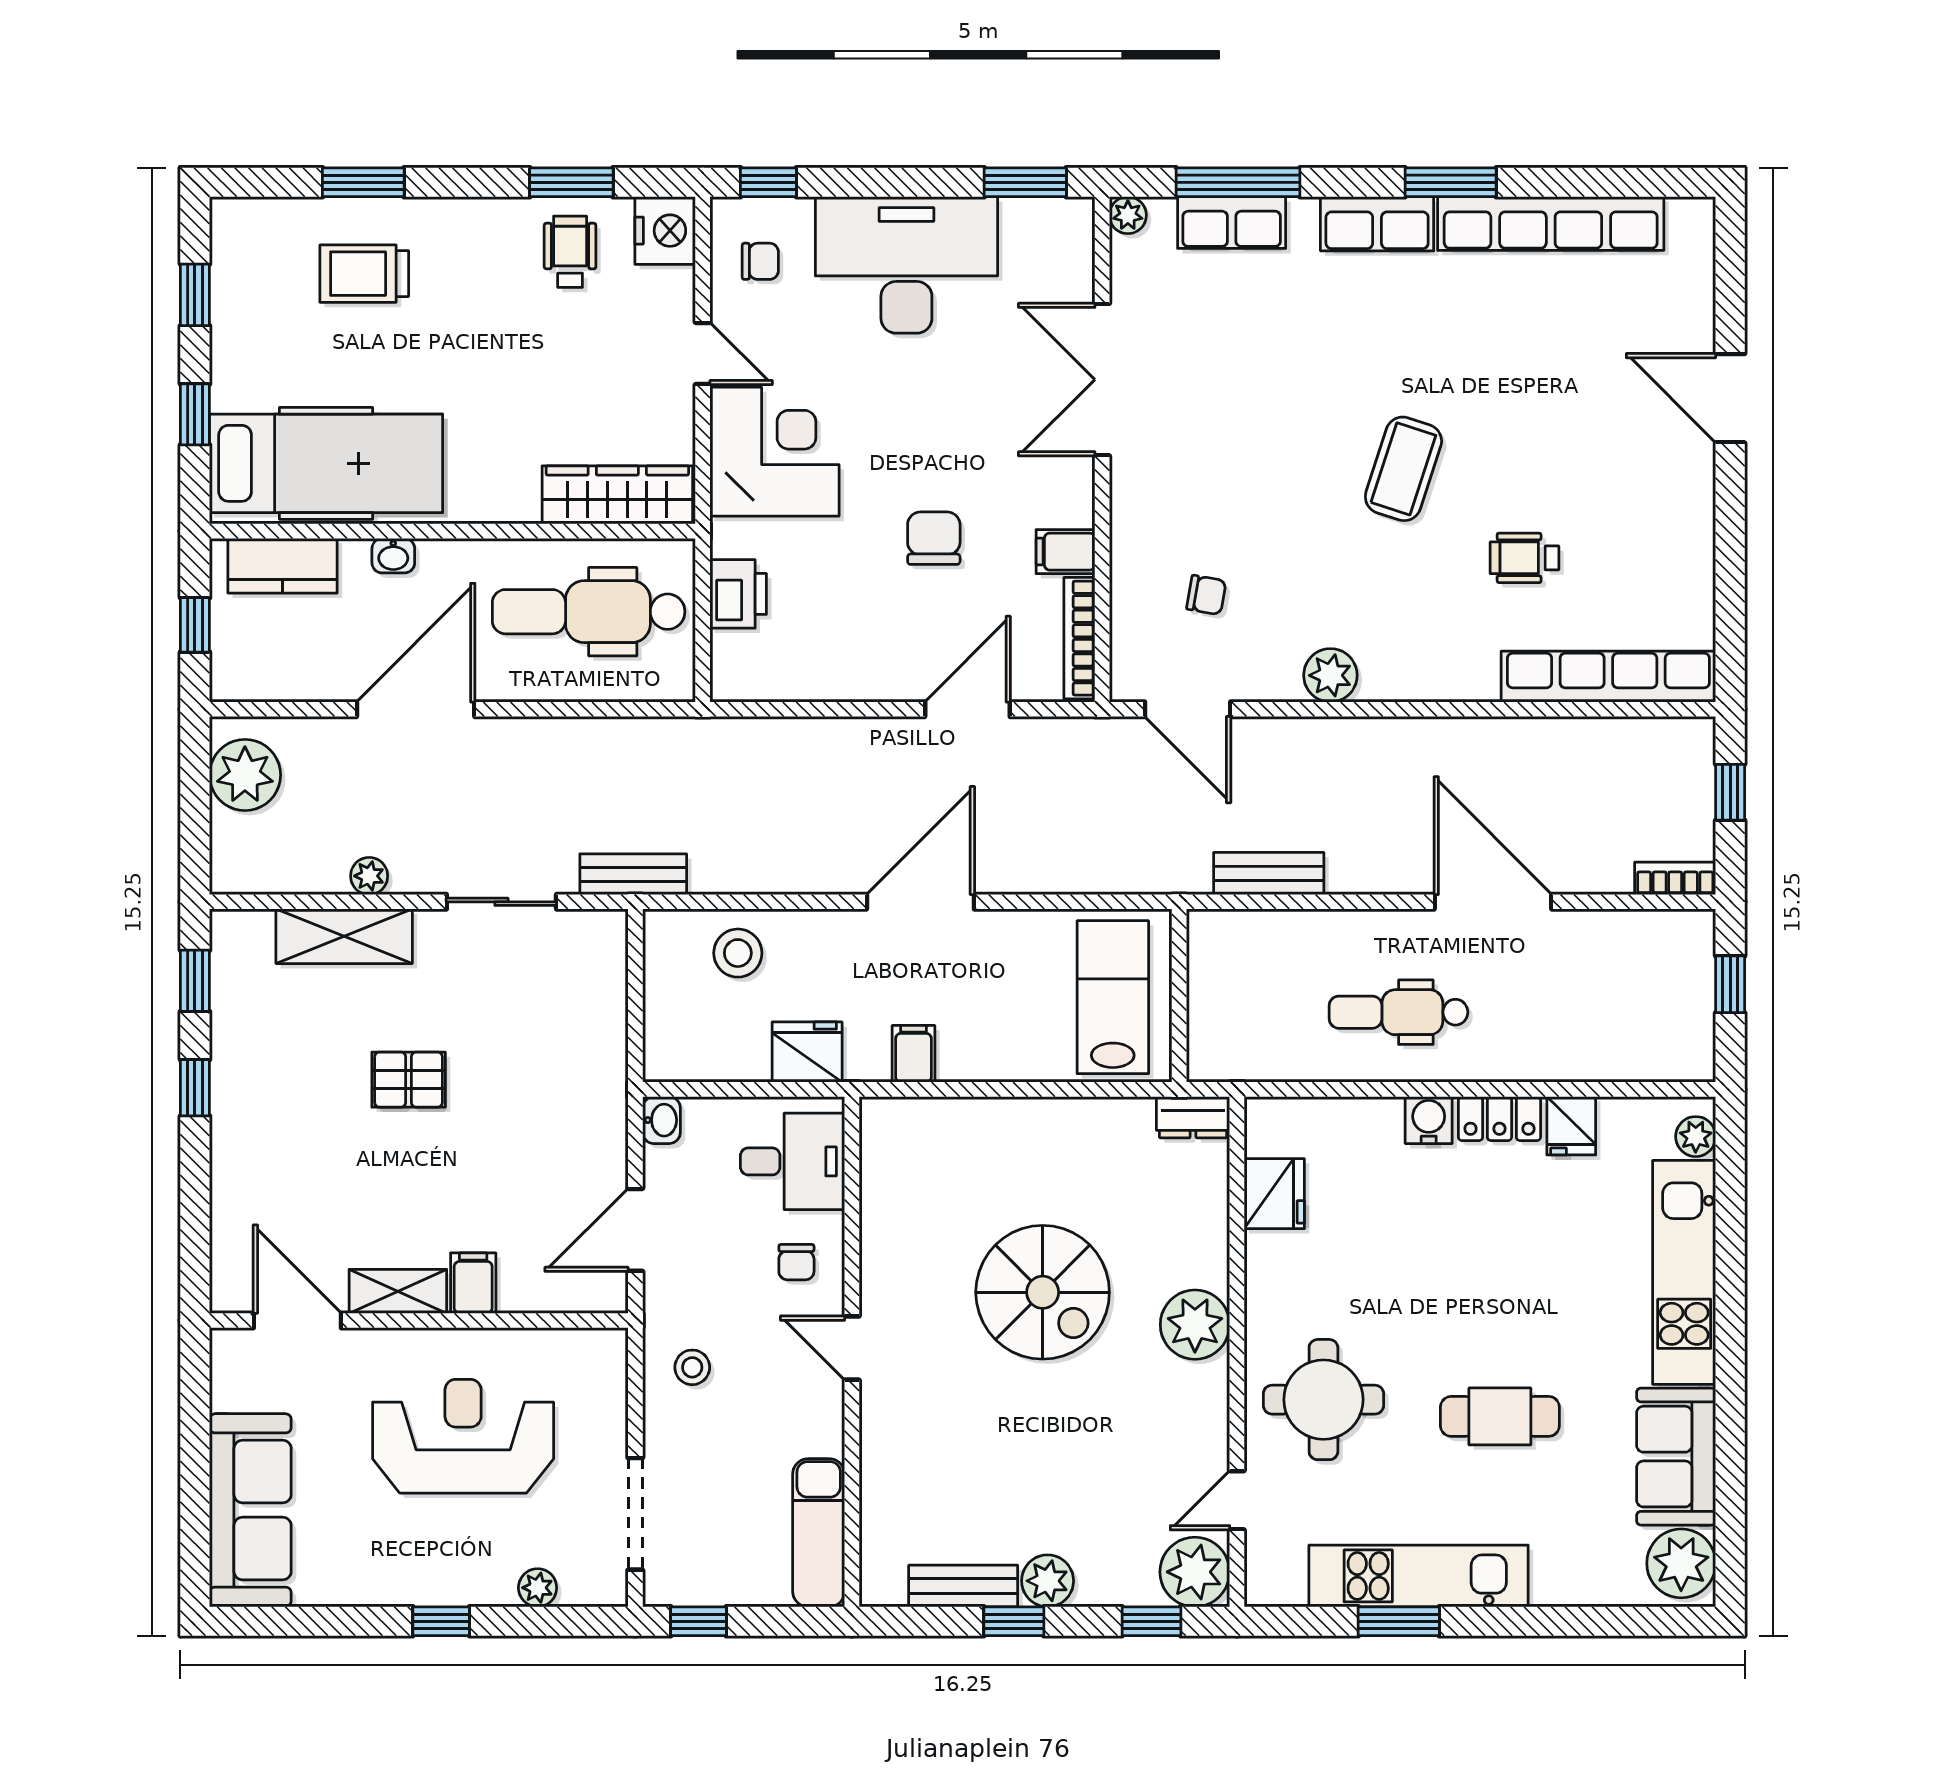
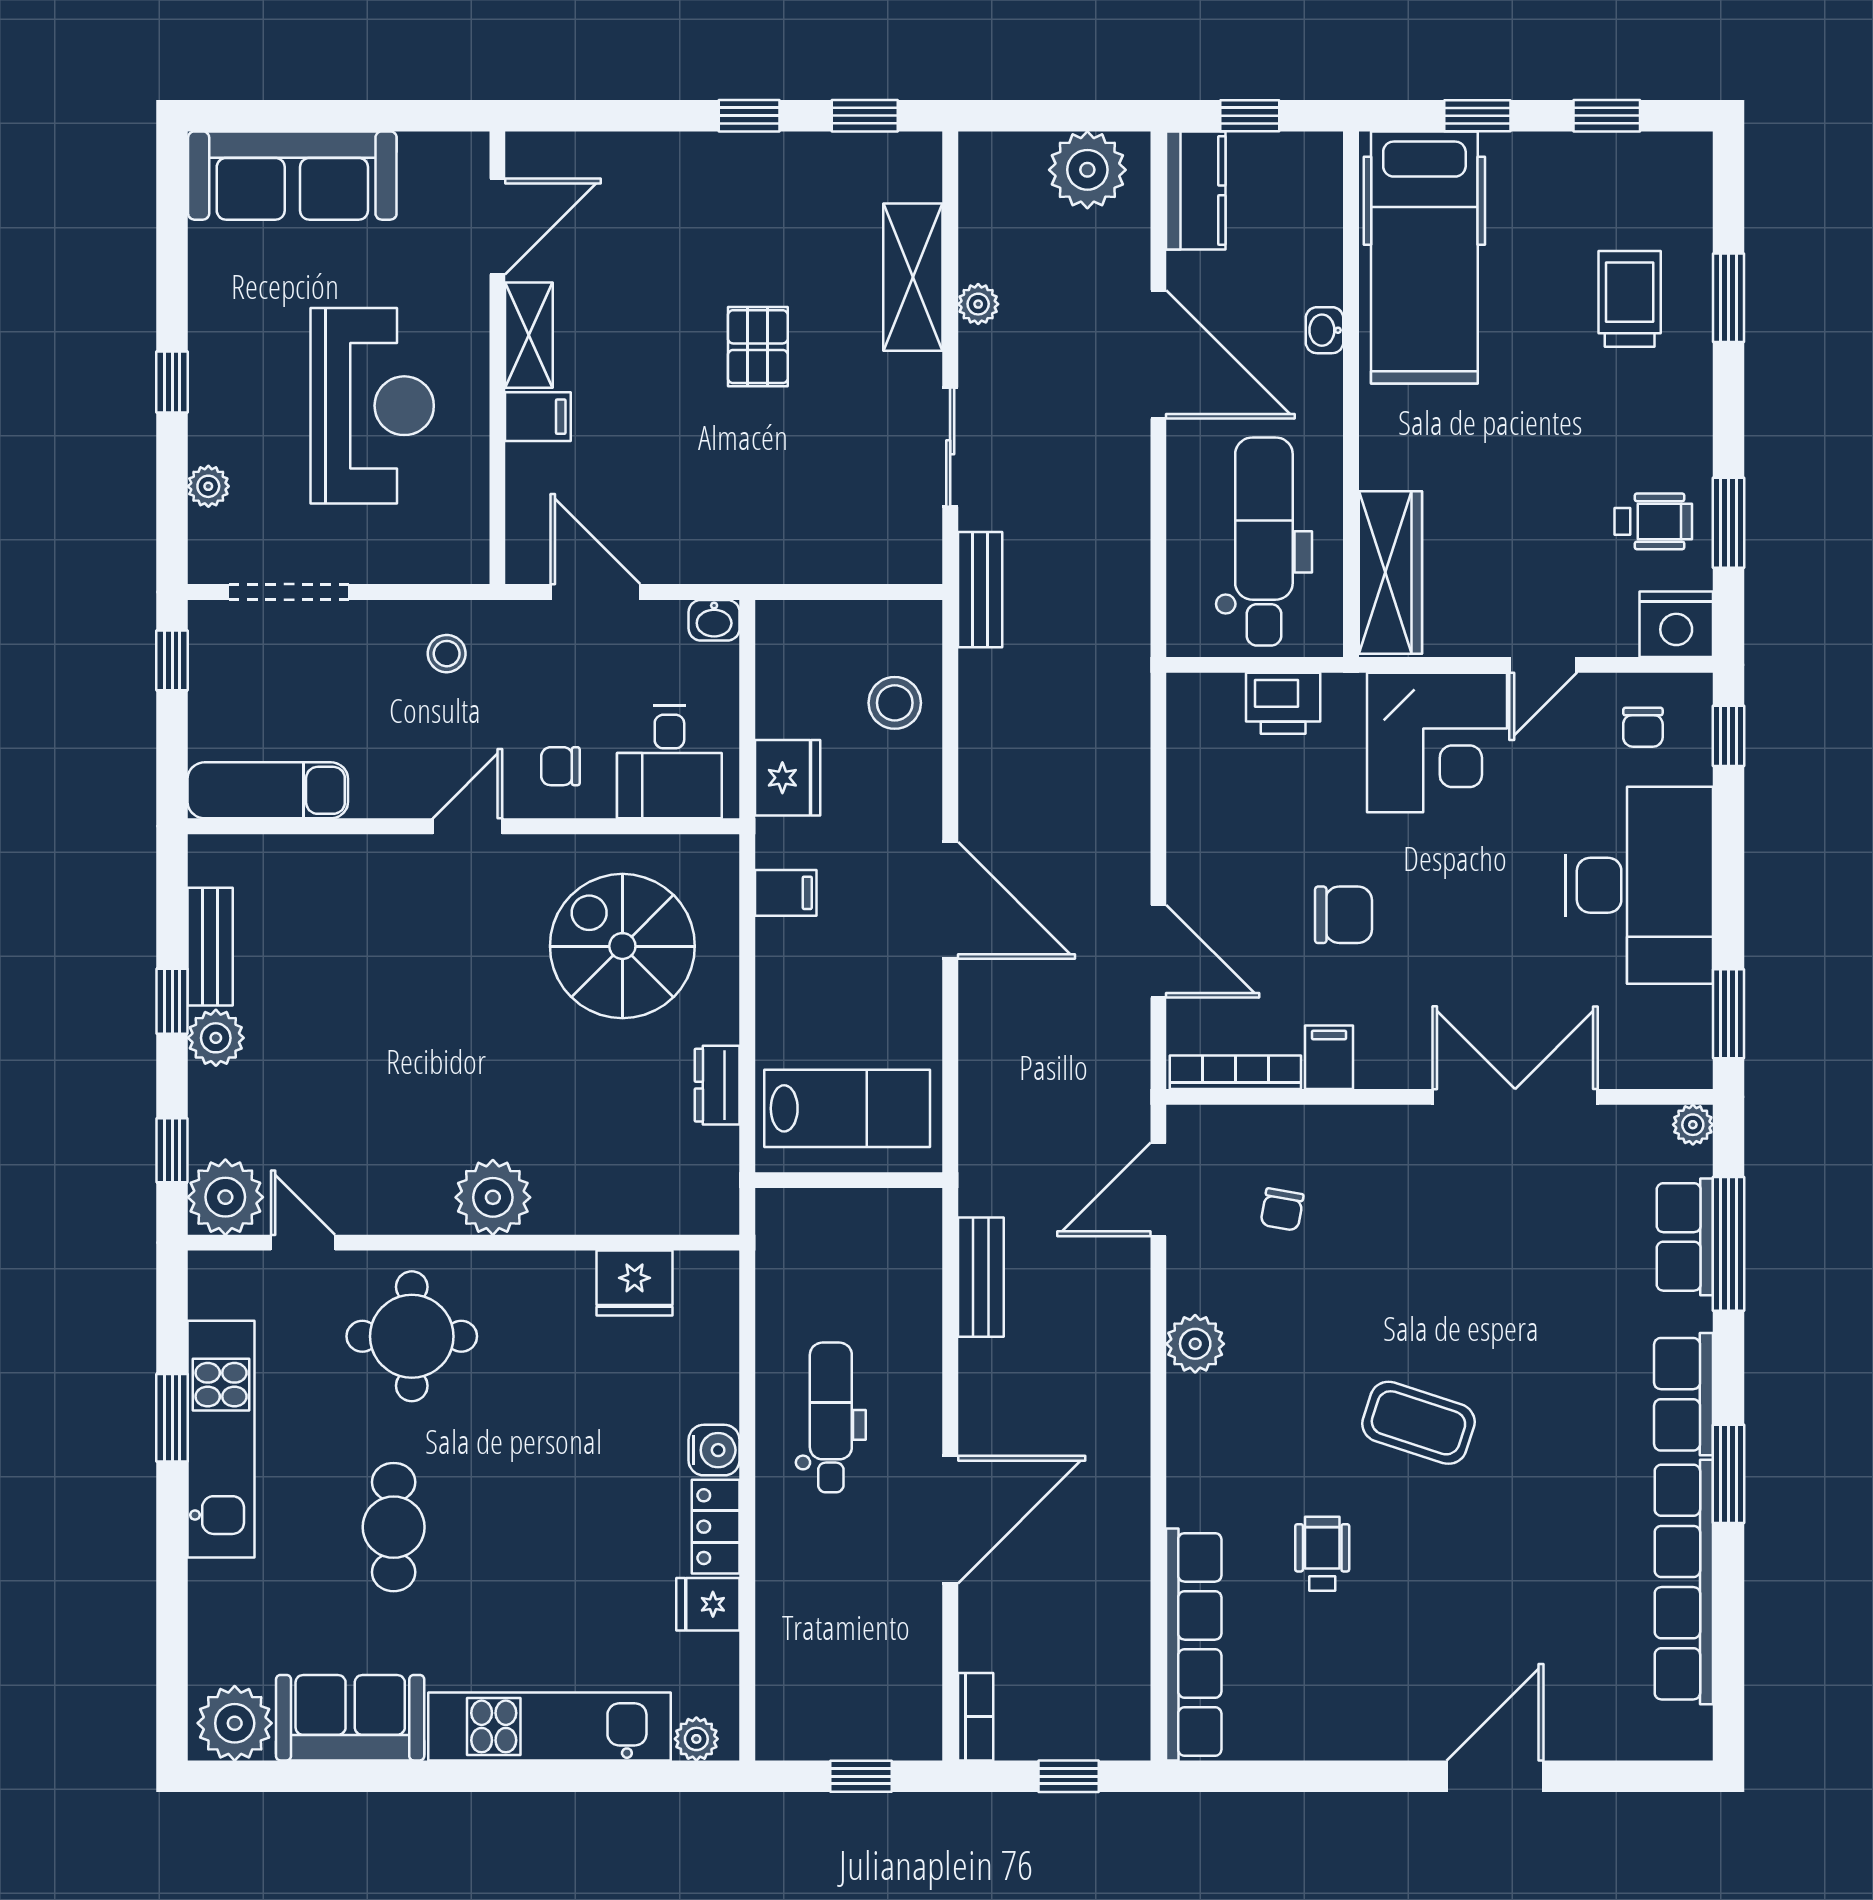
kitchen counter: (283, 566) -> (1196, 190), moved, turned 180
dresser: (1193, 1117) -> (717, 1085), moved
spiral stairs: (1043, 1292) -> (622, 946), moved, turned 90

